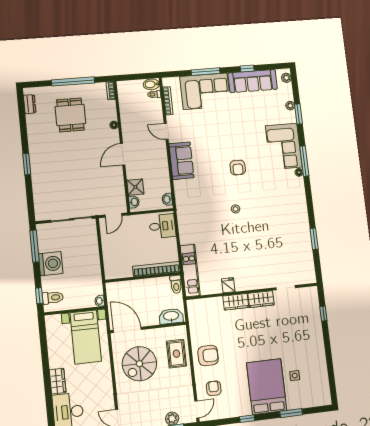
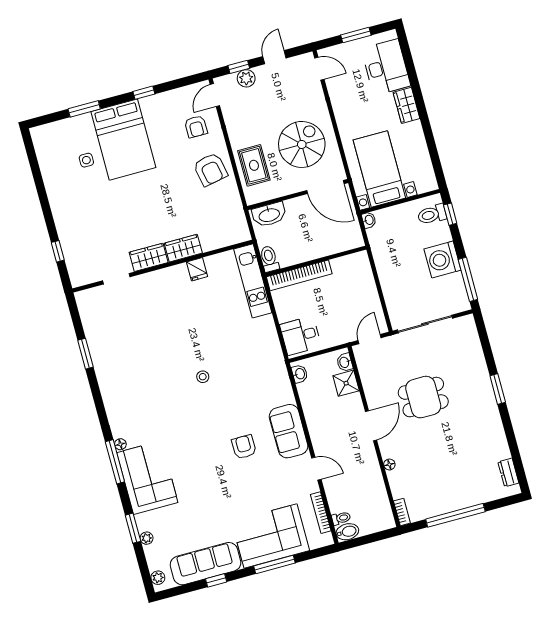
dining table: (70, 115) -> (423, 397), moved, turned 90
armchair: (238, 168) -> (244, 447), moved
armchair: (208, 355) -> (210, 169), turned -101

